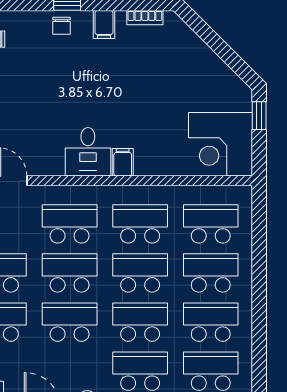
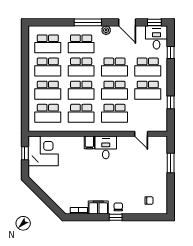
filing cabinet: (104, 24) -> (98, 207), width x2.00
window: (259, 116) -> (25, 153), moved

